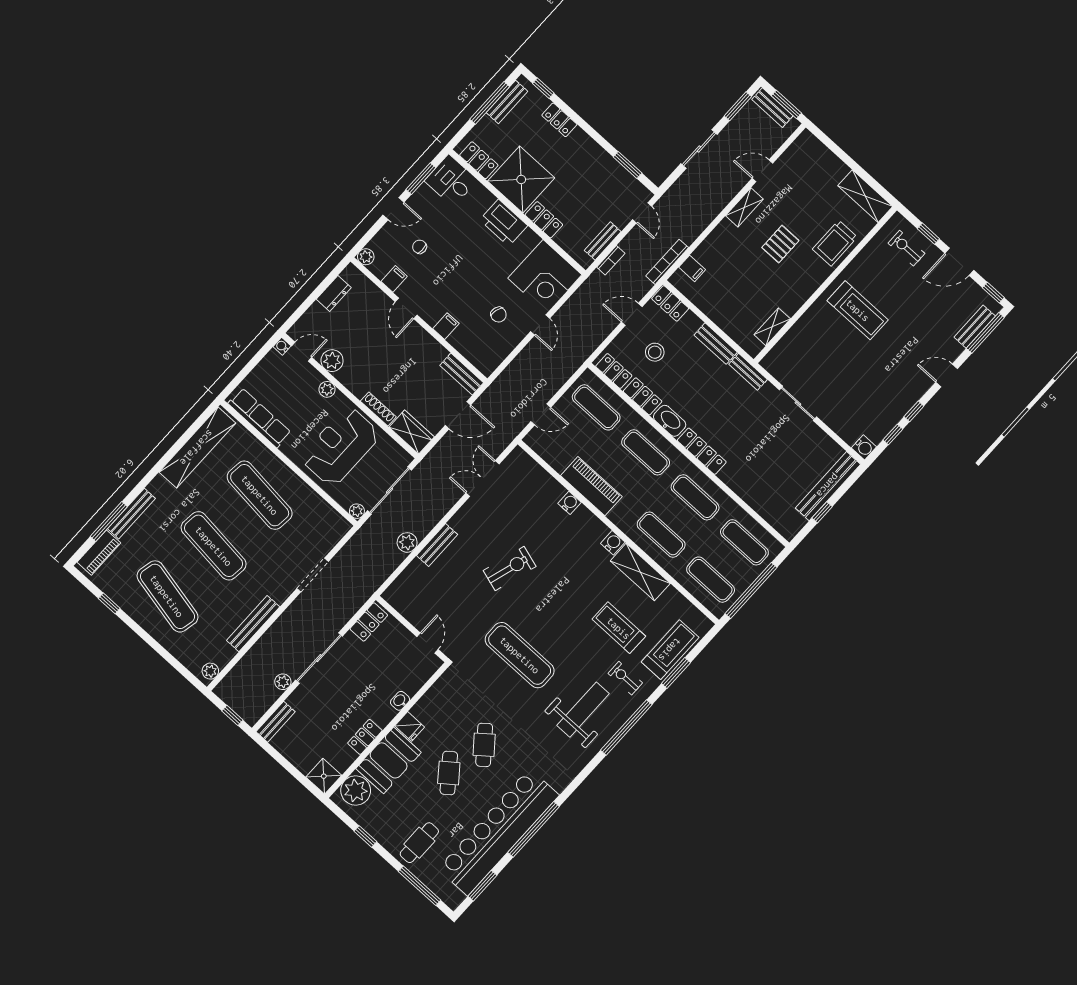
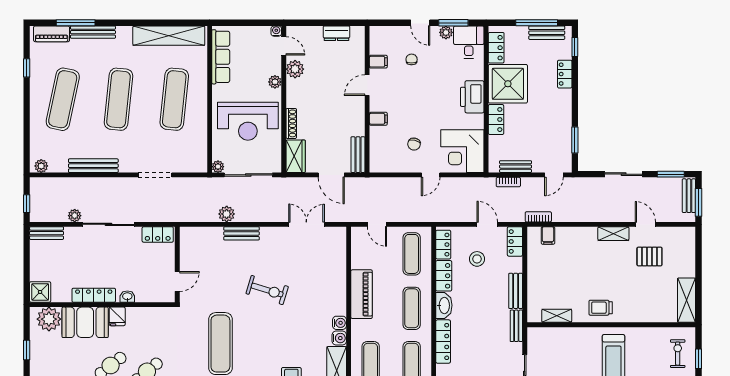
trolley: (835, 243) -> (601, 308), moved, width x0.73, depth x0.72
pallet: (780, 244) -> (649, 256), moved
plant: (366, 257) -> (446, 32), moved
bookcase: (667, 262) -> (538, 217), width x0.64
reception desk: (340, 446) -> (248, 121), turned 180
water cooler: (570, 503) -> (339, 323), moved
locker: (365, 737) -> (94, 295), width x1.53

